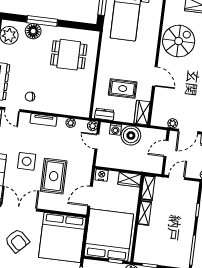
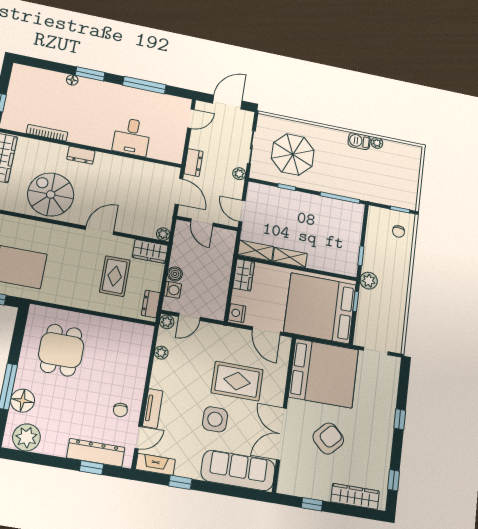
tv unit: (43, 120) -> (153, 409), moved
plant: (173, 123) -> (163, 234), moved
boiler: (131, 135) -> (175, 274), width x0.54, depth x0.54

